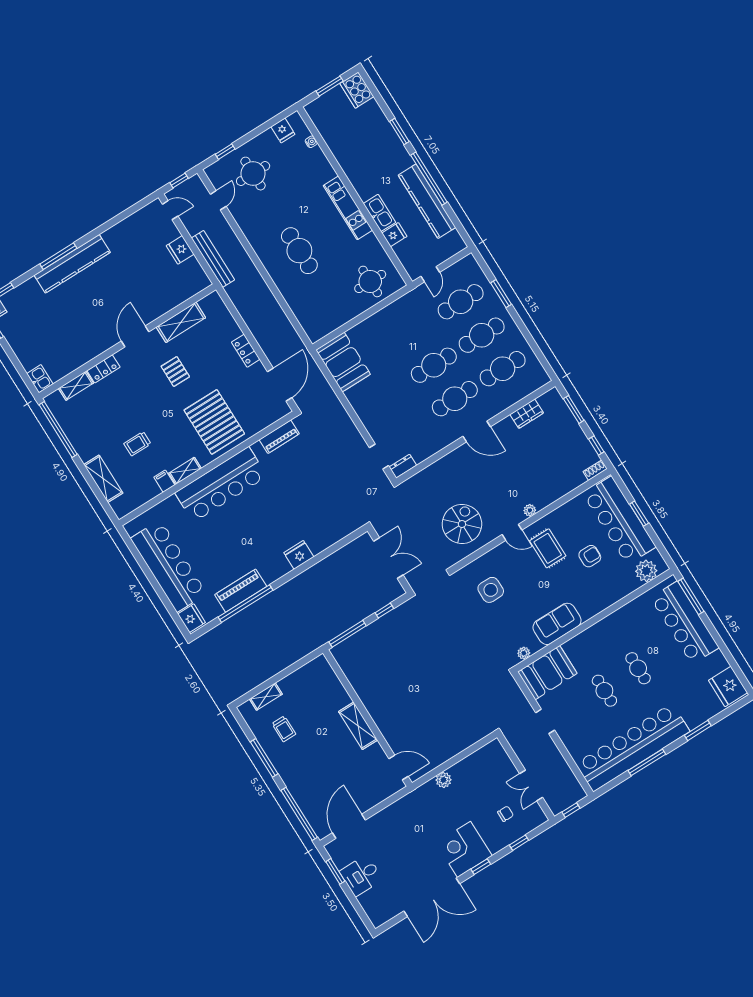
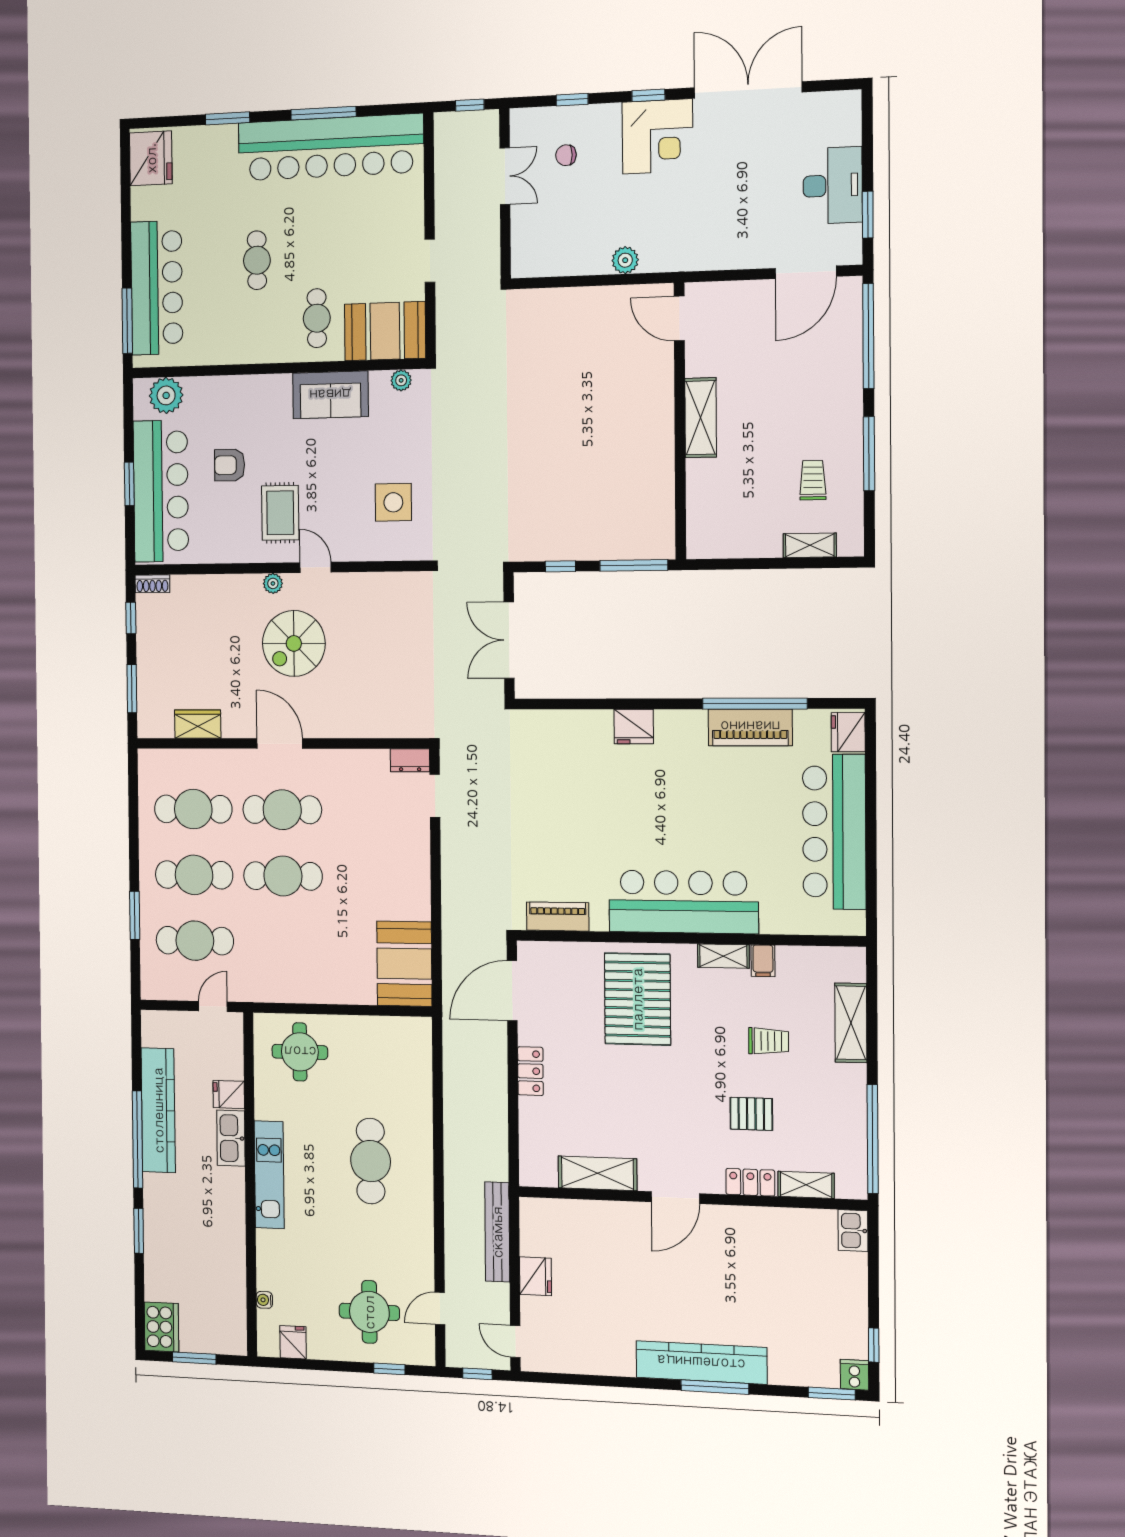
pallet: (175, 372) -> (751, 1114), moved, turned 90
spiral stairs: (462, 524) -> (294, 643), moved
cafe table: (604, 691) -> (317, 318), moved
desk: (361, 875) -> (833, 185), width x1.37

